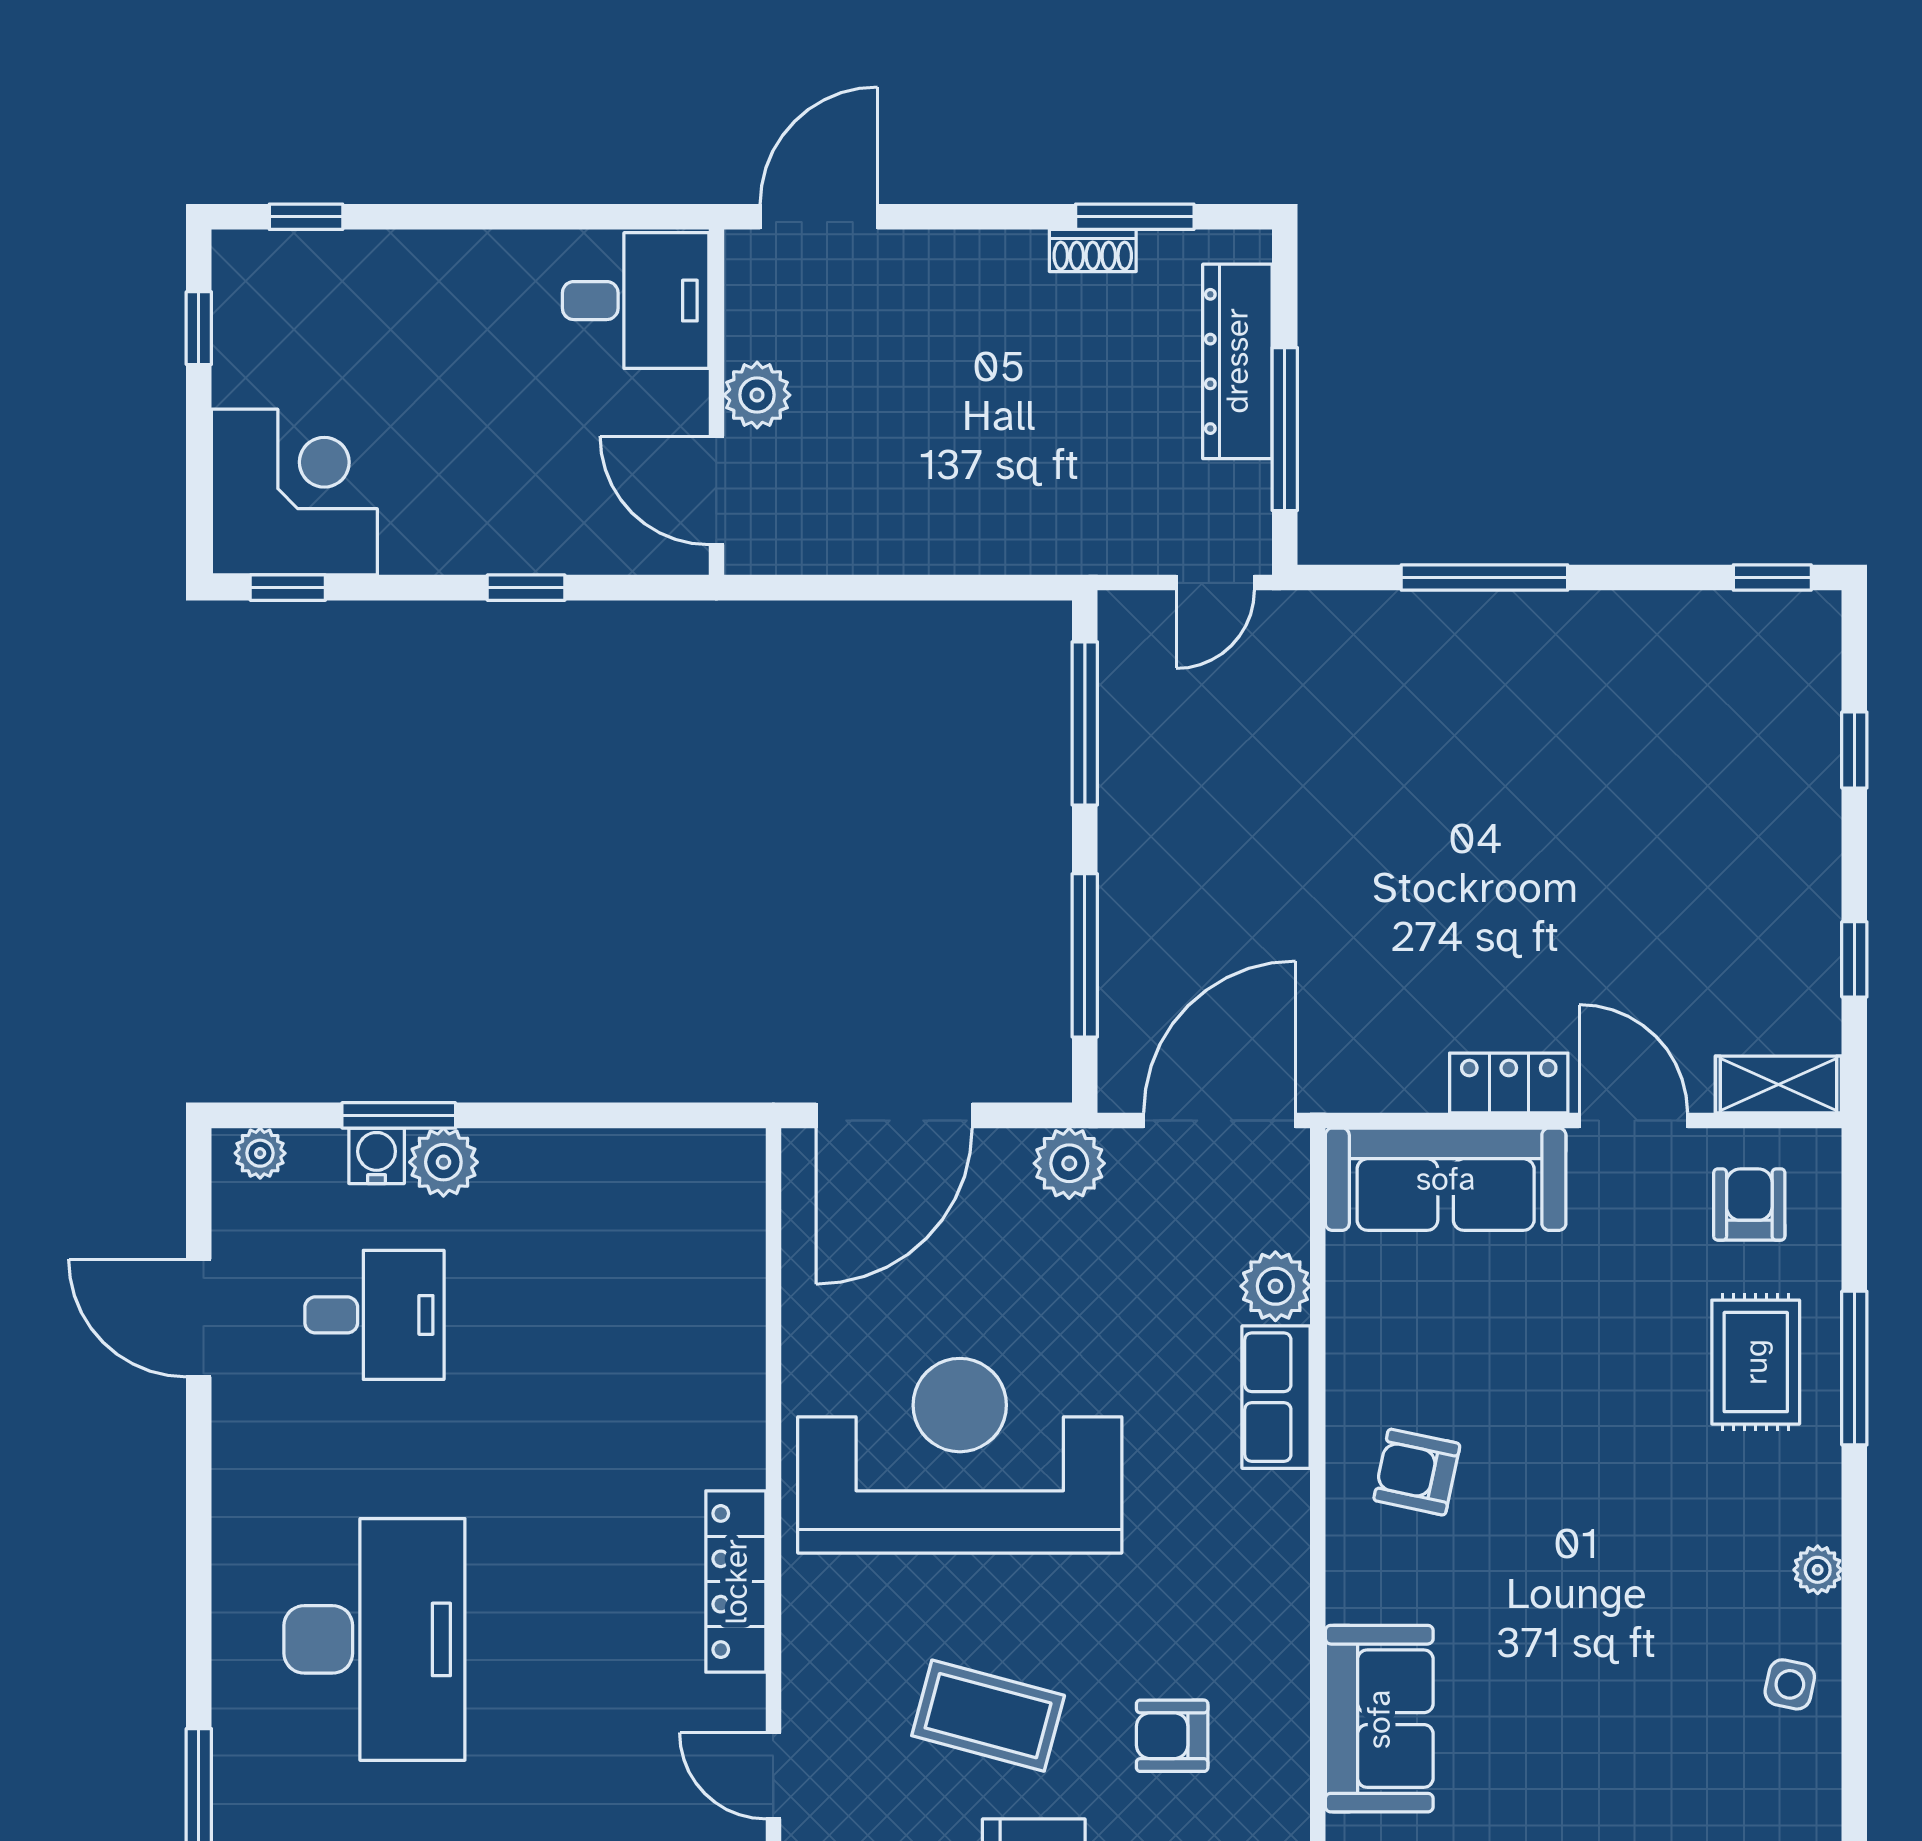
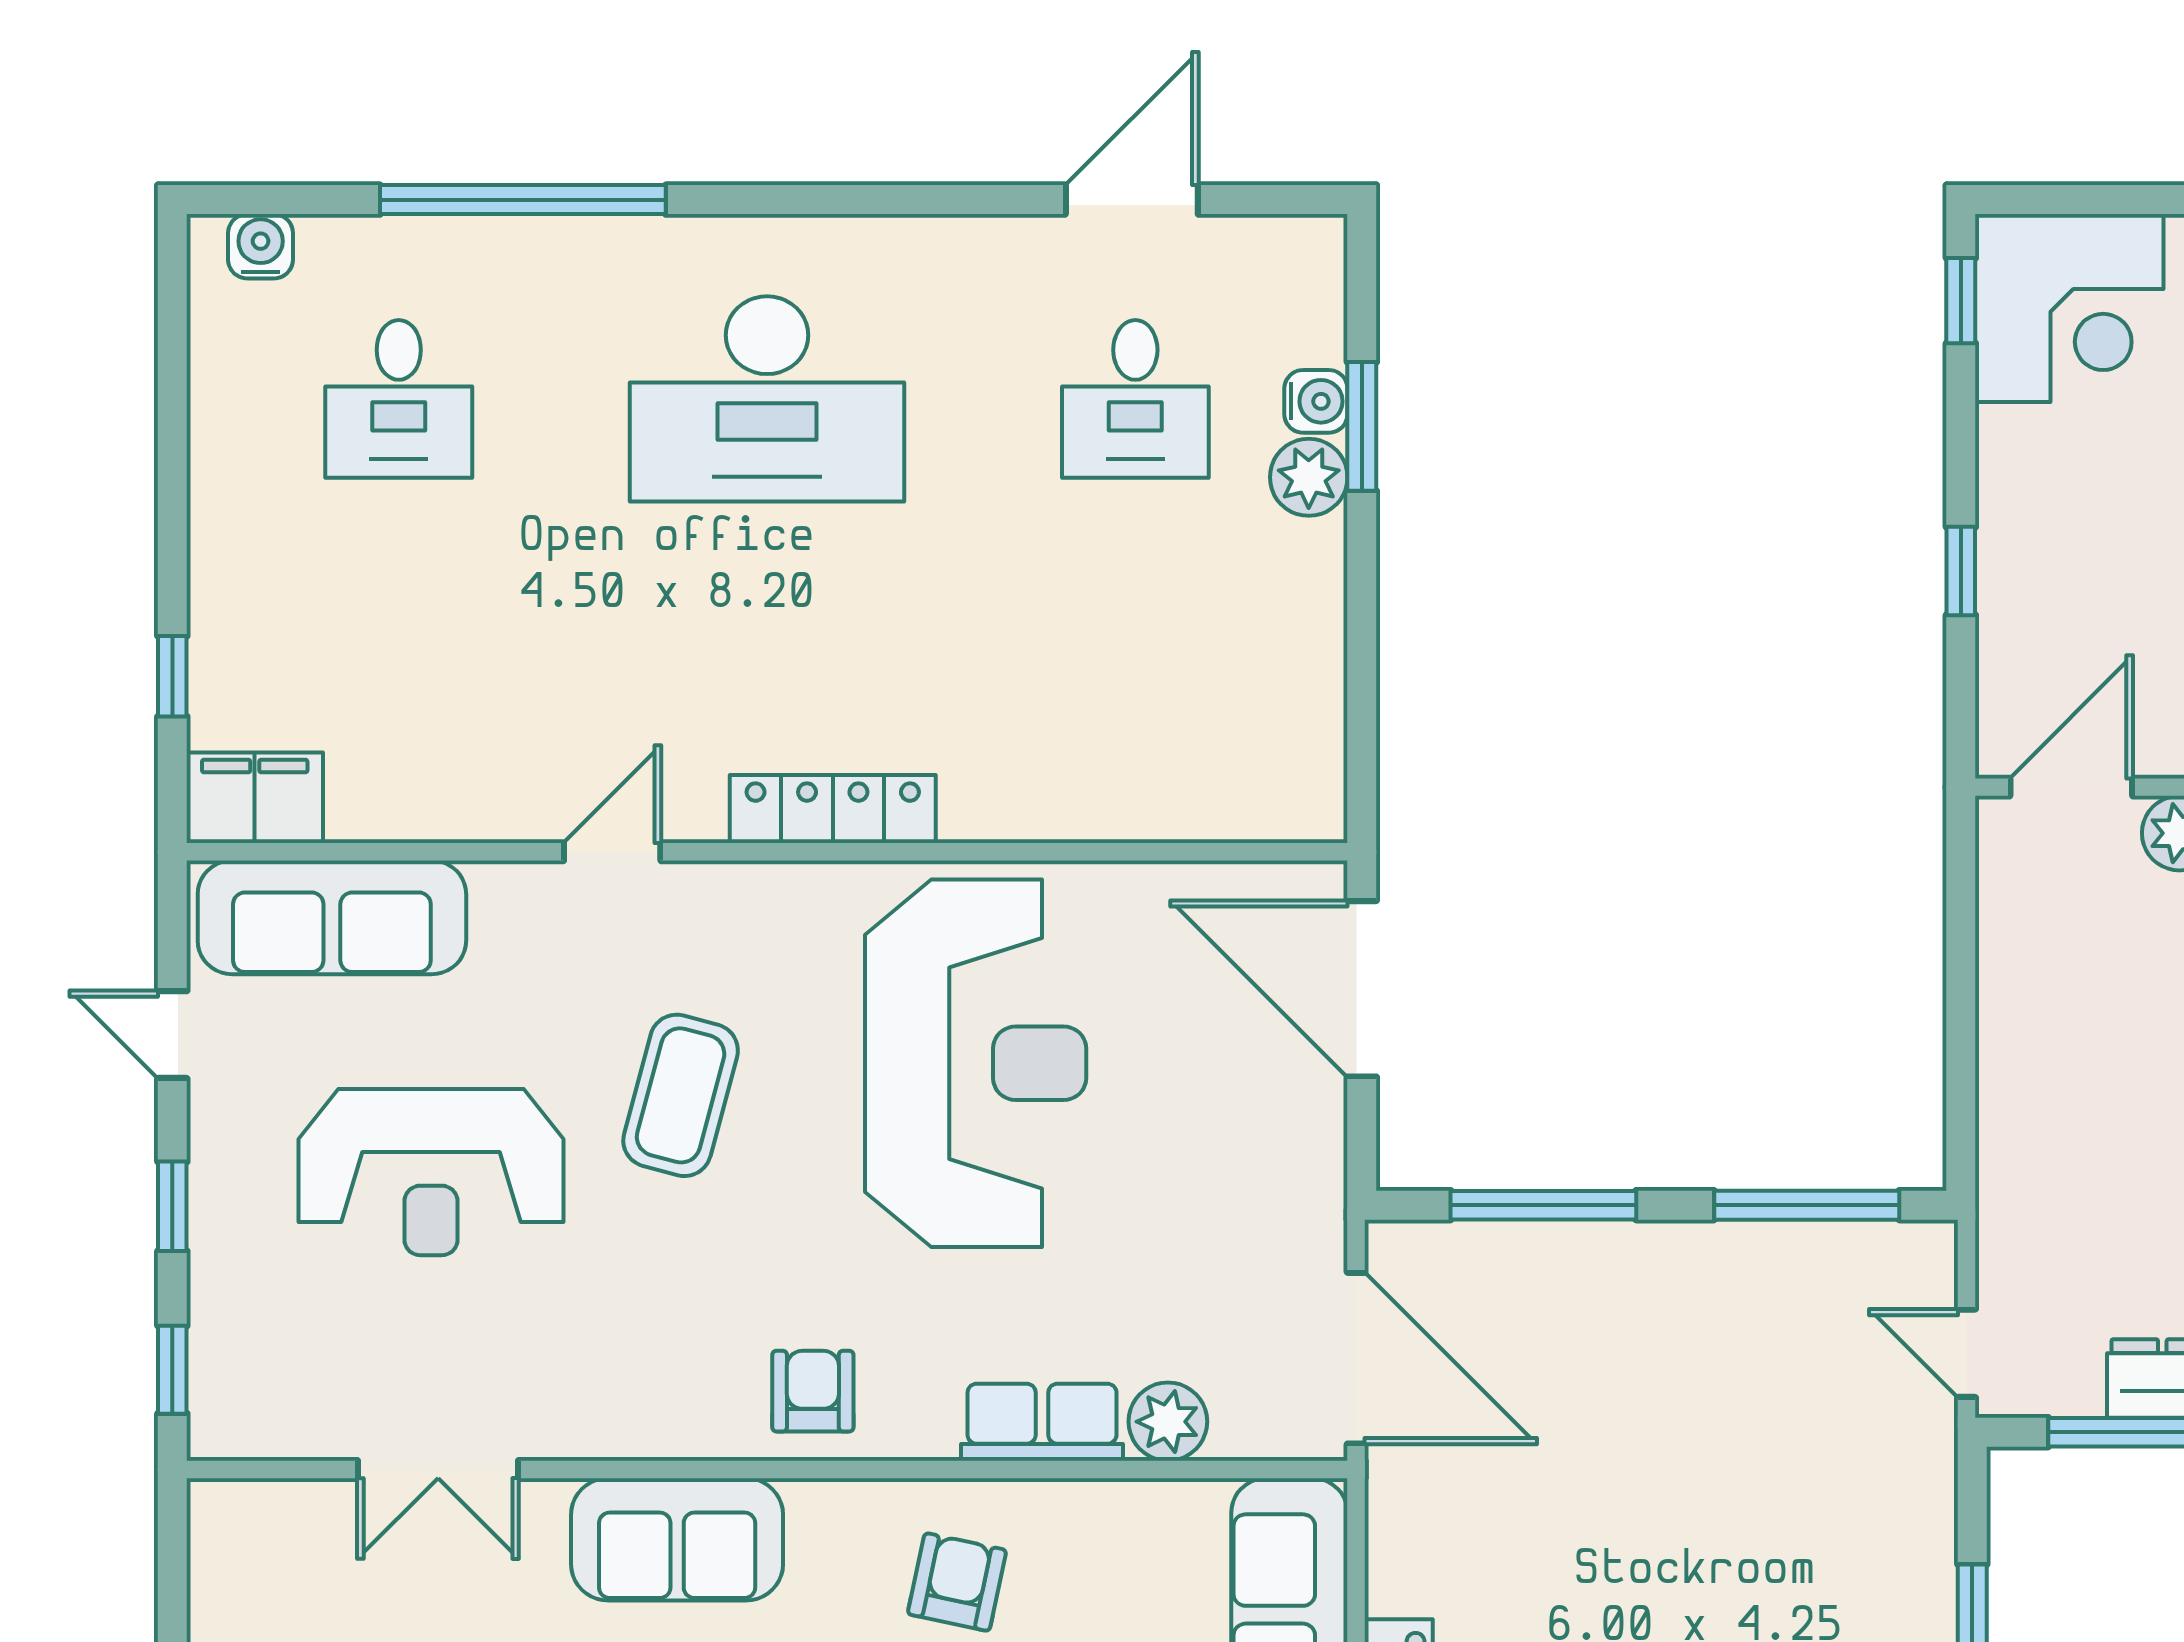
plant: (260, 1153) -> (1319, 269), removed
plant: (1069, 1163) -> (1307, 1188), removed
armchair: (1172, 1736) -> (813, 1391), moved

